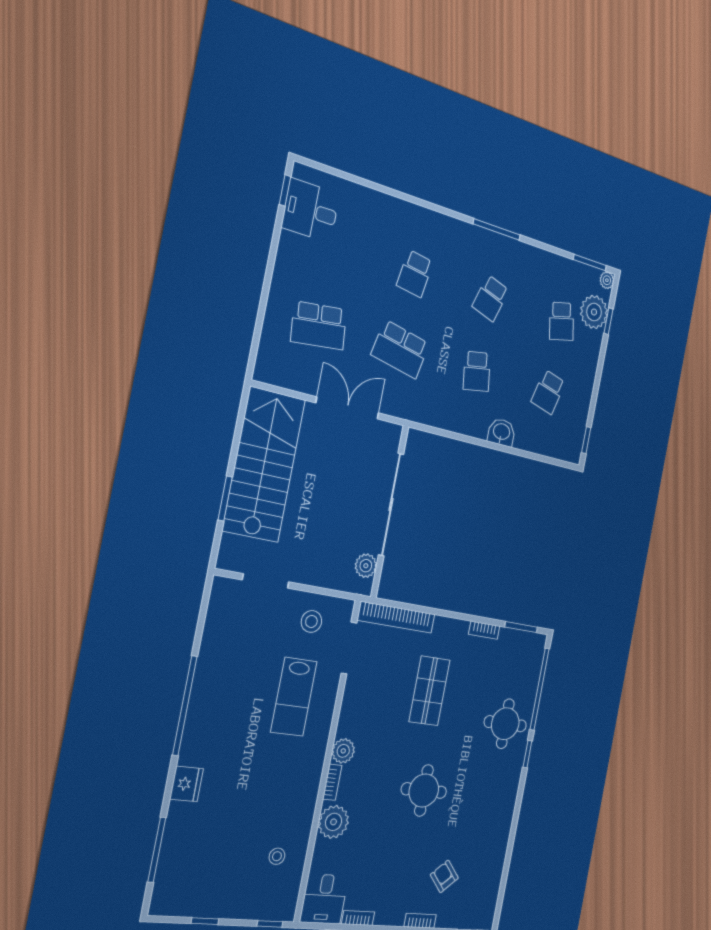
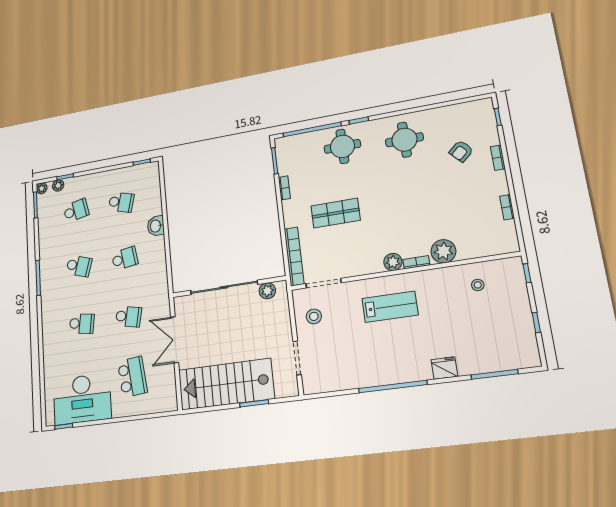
desk: (311, 210) -> (82, 399), width x1.87, depth x1.30
plant: (594, 312) -> (58, 185), width x0.53, depth x0.53
school desk: (400, 349) -> (128, 317), width x0.54
lab bench: (294, 697) -> (390, 307), moved
round table: (424, 791) -> (404, 140), moved
desk: (324, 899) -> (500, 238), removed

